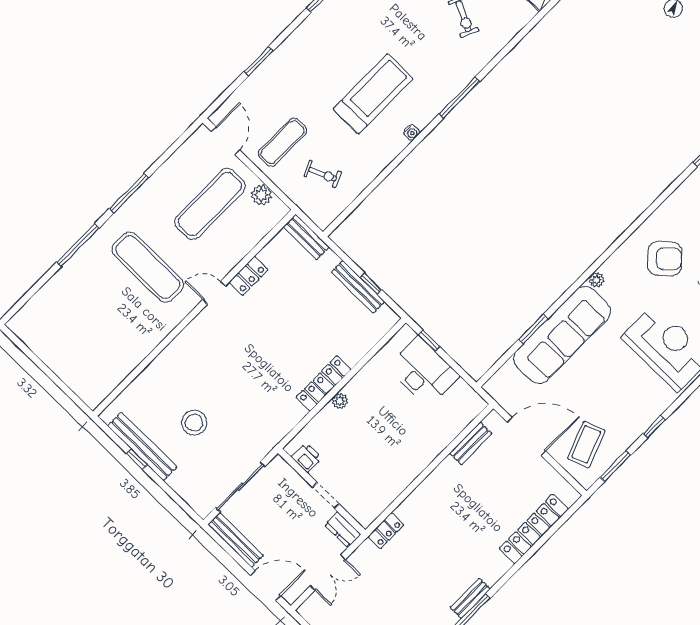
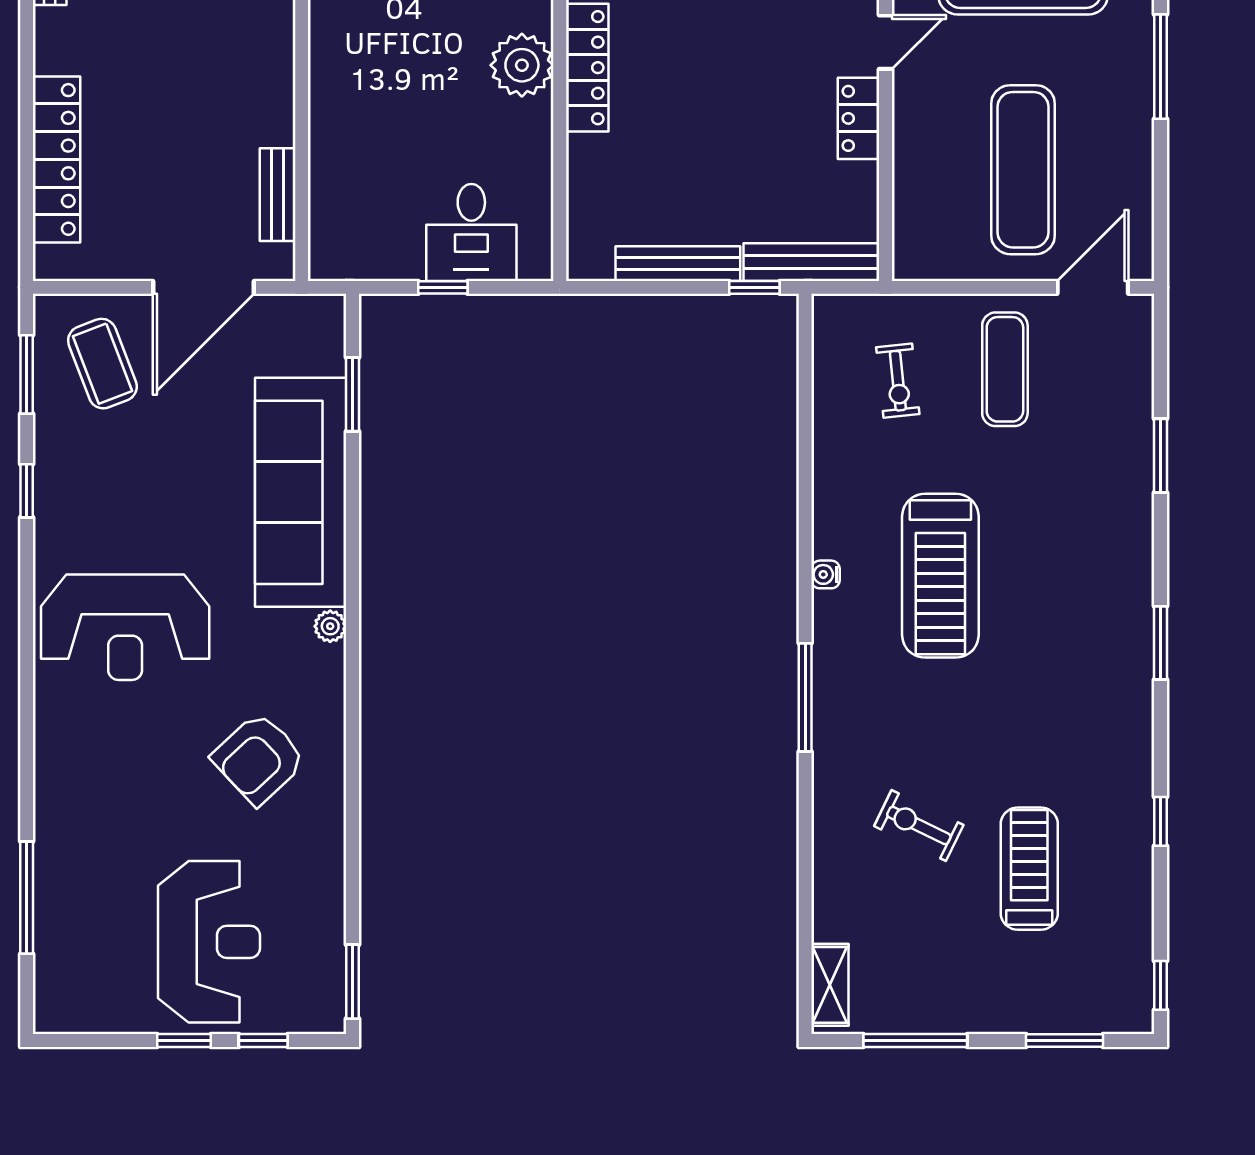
door: (225, 141) -> (1093, 287), swing flipped
exercise bike: (323, 174) -> (898, 381), turned -72
plant: (261, 195) -> (959, 259), removed
bench: (306, 237) -> (811, 262), width x1.36
window: (371, 283) -> (754, 287), moved
window: (533, 329) -> (352, 394), moved
window: (429, 341) -> (443, 287), moved
desk: (423, 372) -> (471, 232), width x0.73
plant: (340, 401) -> (522, 65), width x1.88, depth x1.88

